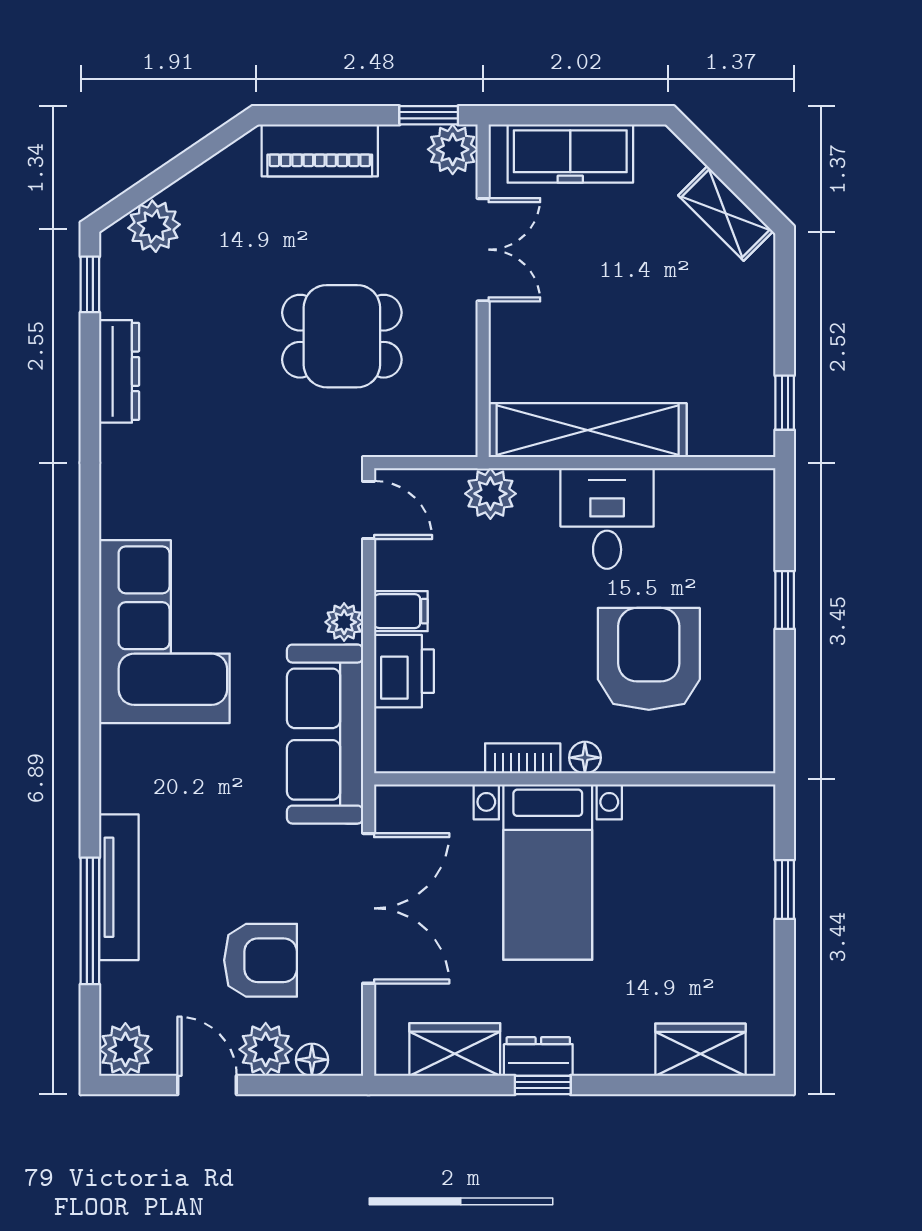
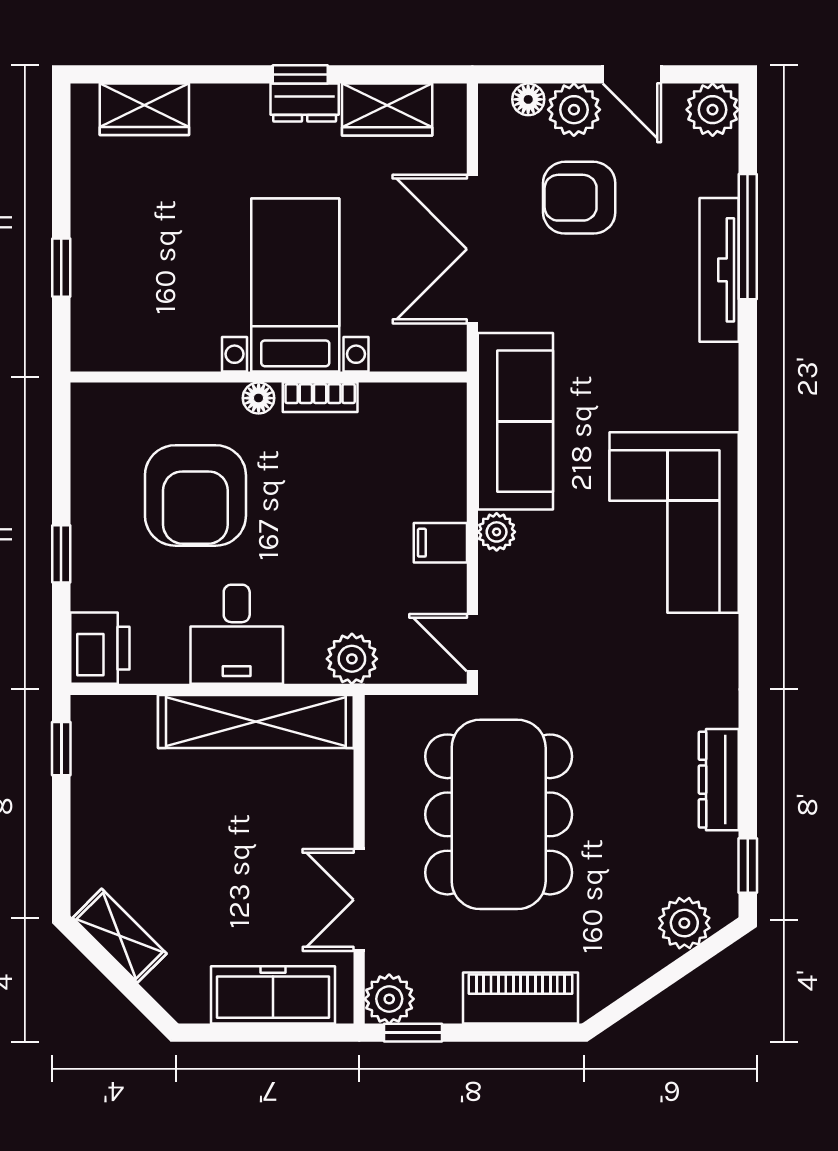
dining table: (342, 336) -> (499, 814), width x1.88, depth x1.24
printer: (404, 671) -> (100, 648), moved, turned 180

